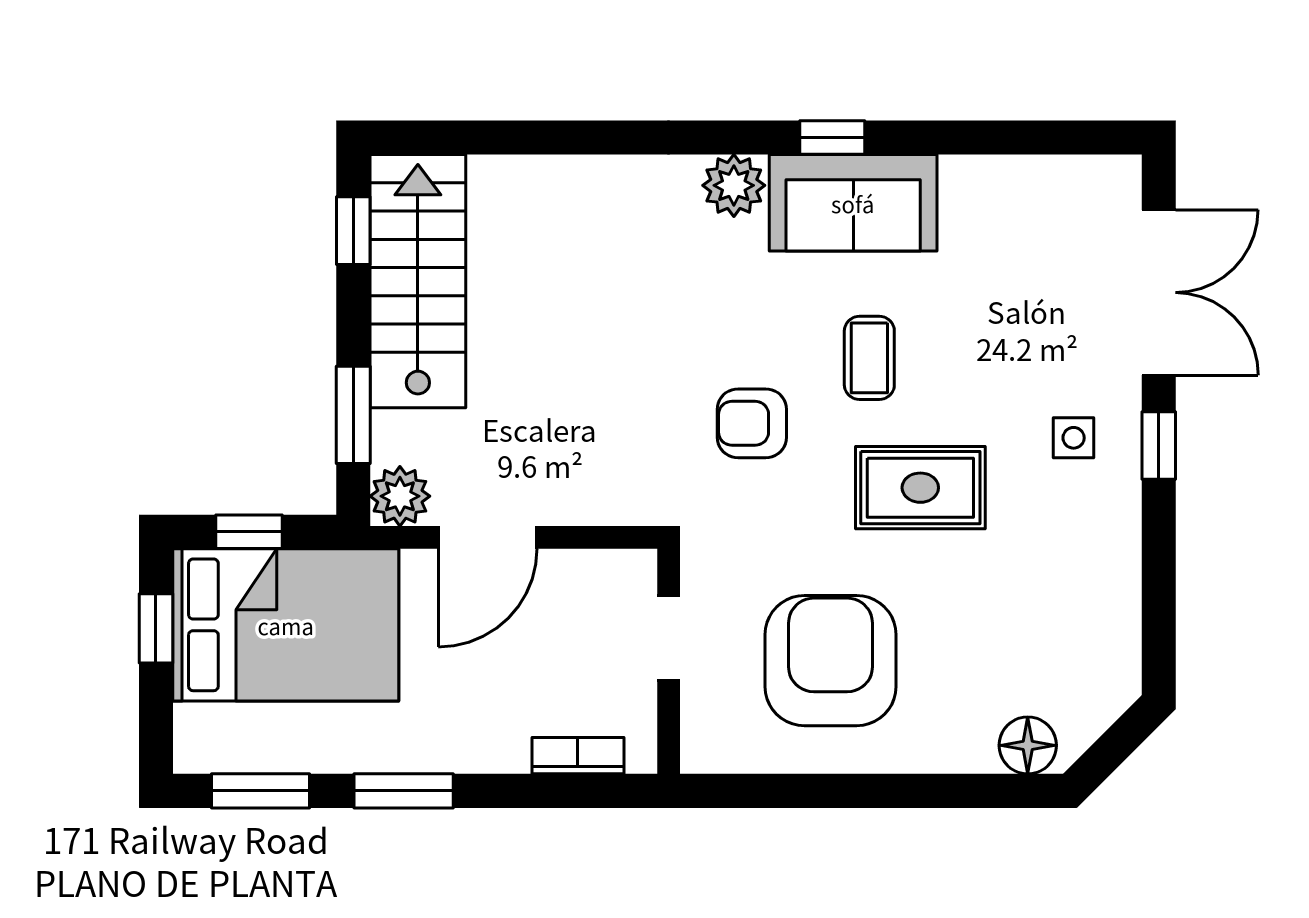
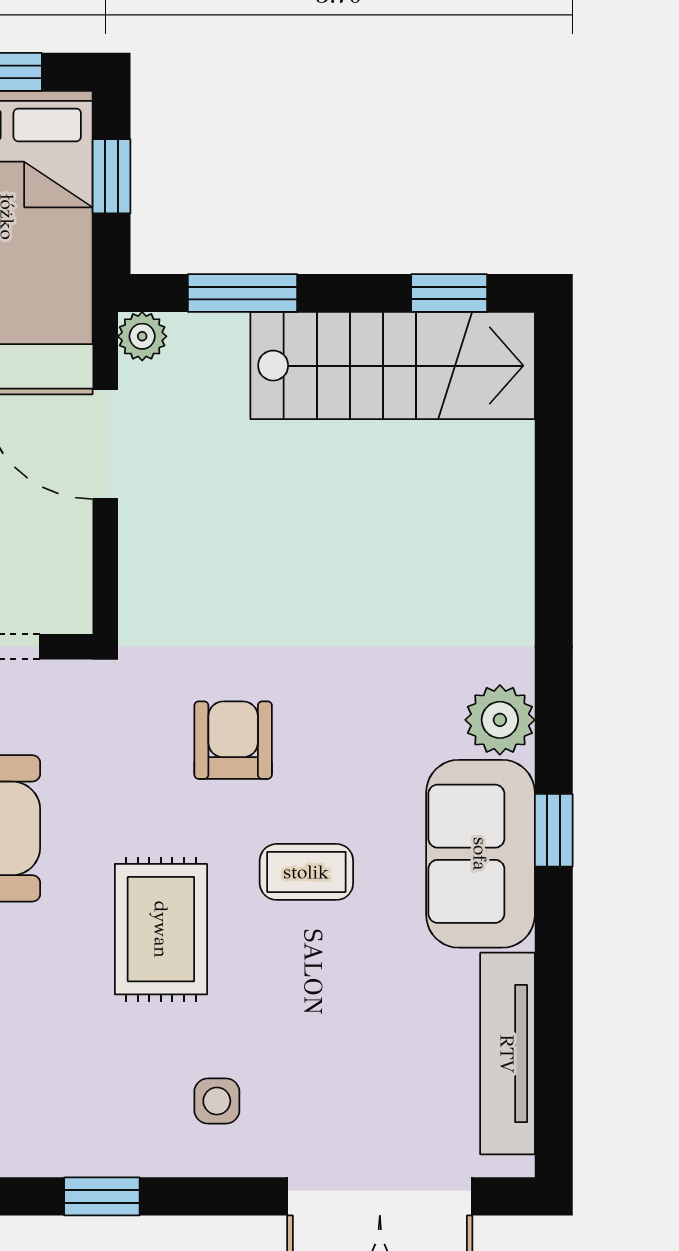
tv unit: (1031, 179) -> (507, 1054), added
window: (1159, 446) -> (102, 1196), moved
plant: (400, 496) -> (142, 336), width x0.73, depth x0.73

